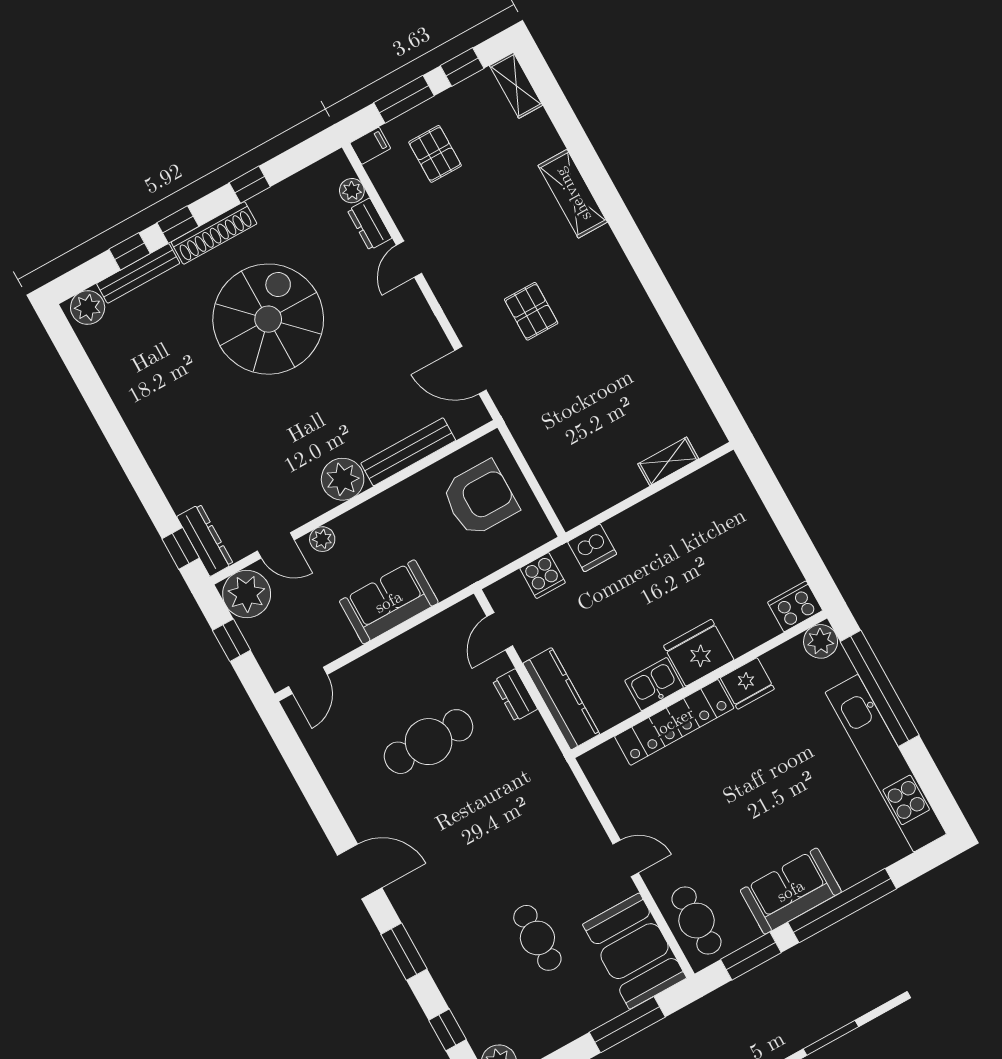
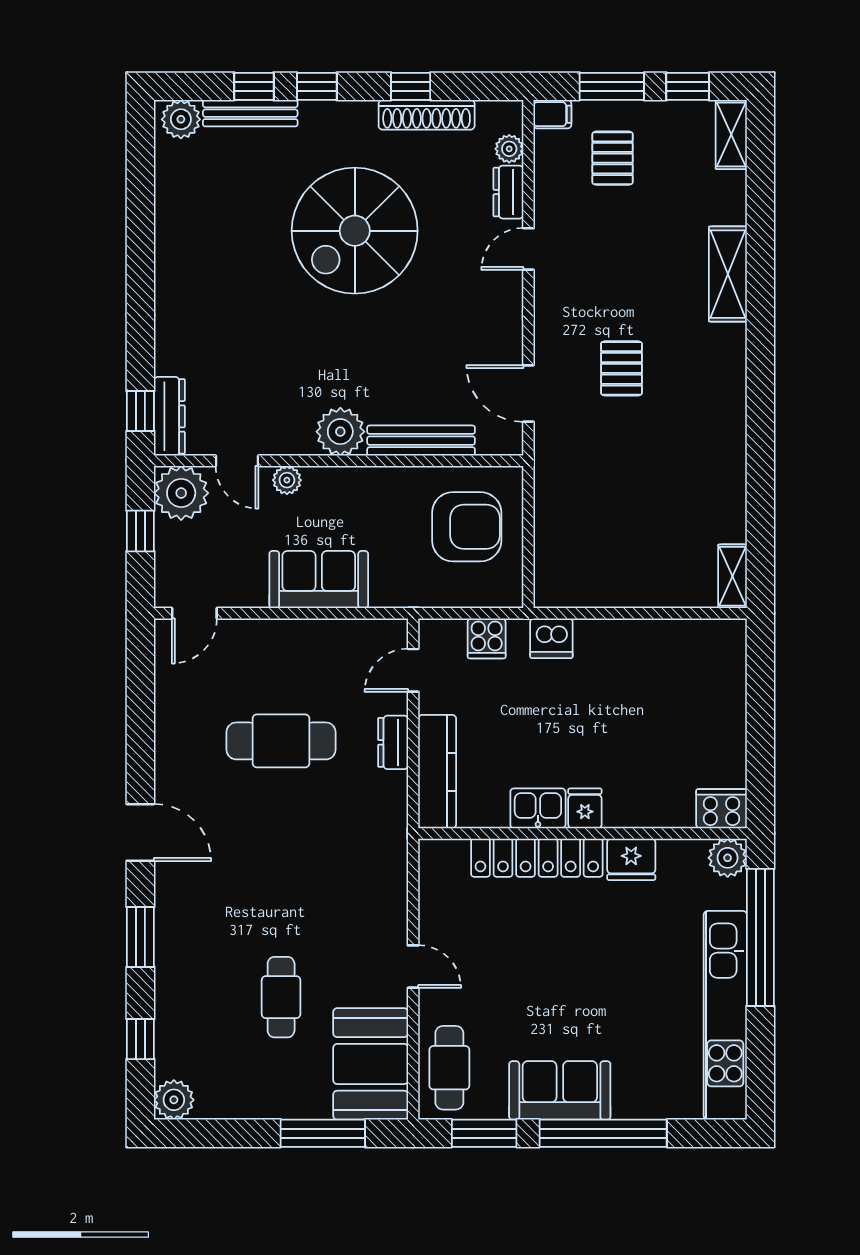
shoe rack: (214, 233) -> (427, 115), moved
spiral stairs: (268, 319) -> (355, 231), turned 180
shelving: (668, 461) -> (733, 576), moved, turned 90
fridge: (699, 653) -> (585, 808), width x0.53, depth x0.75

